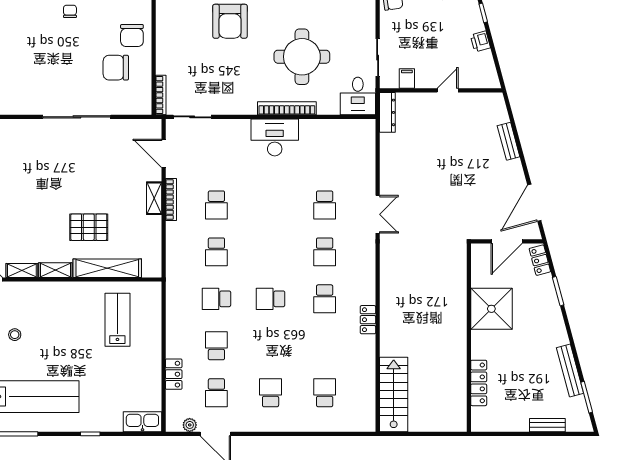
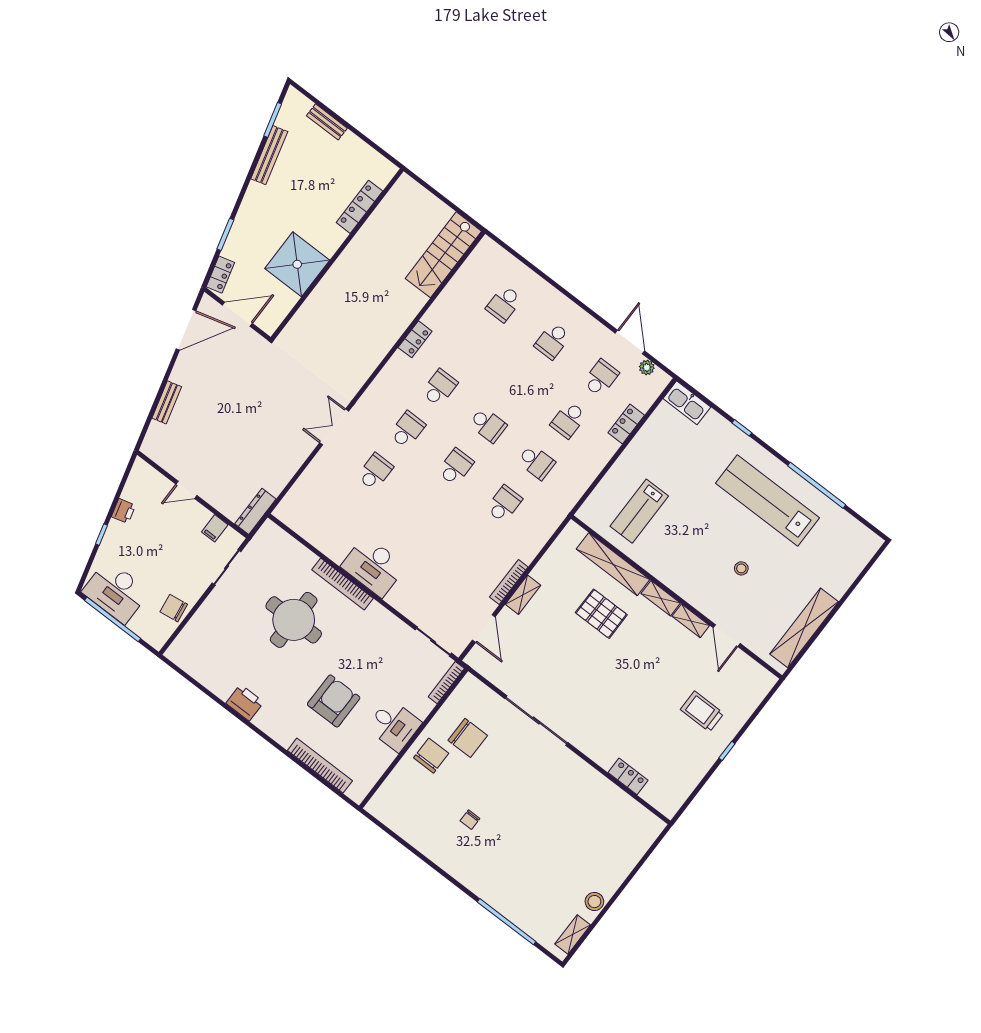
desk: (358, 96) -> (394, 725), moved, turned 90
school desk: (216, 205) -> (456, 467), moved

